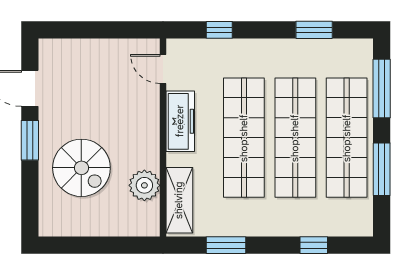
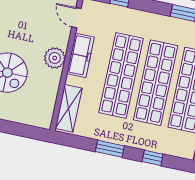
plant: (144, 185) -> (55, 58), moved
window: (226, 245) -> (110, 149), moved

